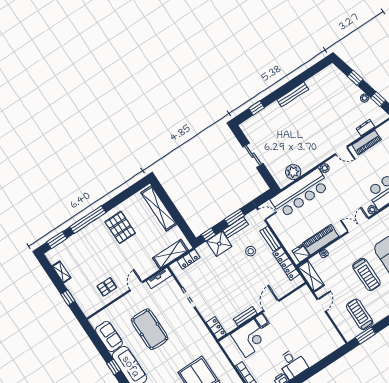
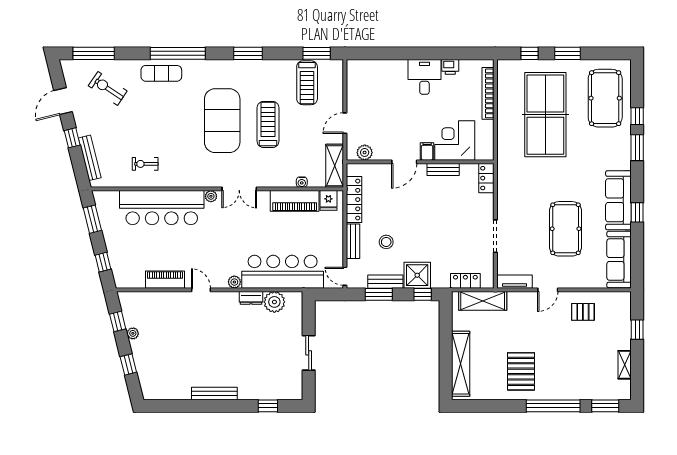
dresser: (365, 128) -> (251, 298), moved
plant: (298, 296) -> (365, 152), added
sofa: (109, 336) -> (619, 259), width x1.36

